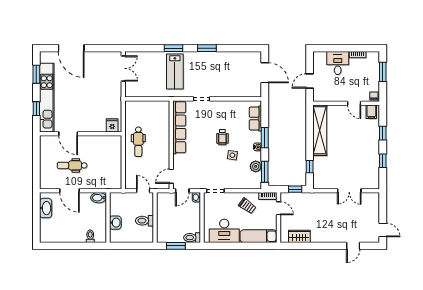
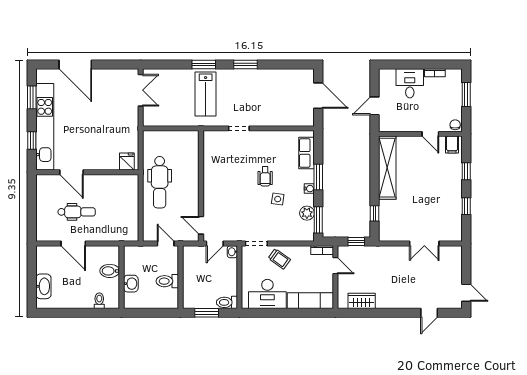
row of seats: (179, 127) -> (211, 164), removed
dental chair: (138, 142) -> (160, 182), width x1.36, depth x1.38
dental chair: (72, 165) -> (77, 212), turned 180
door: (171, 176) -> (201, 225), hinge flipped
bidet: (99, 198) -> (110, 271), moved
trolley: (247, 206) -> (279, 259), moved
washbasin: (46, 208) -> (43, 286), moved

